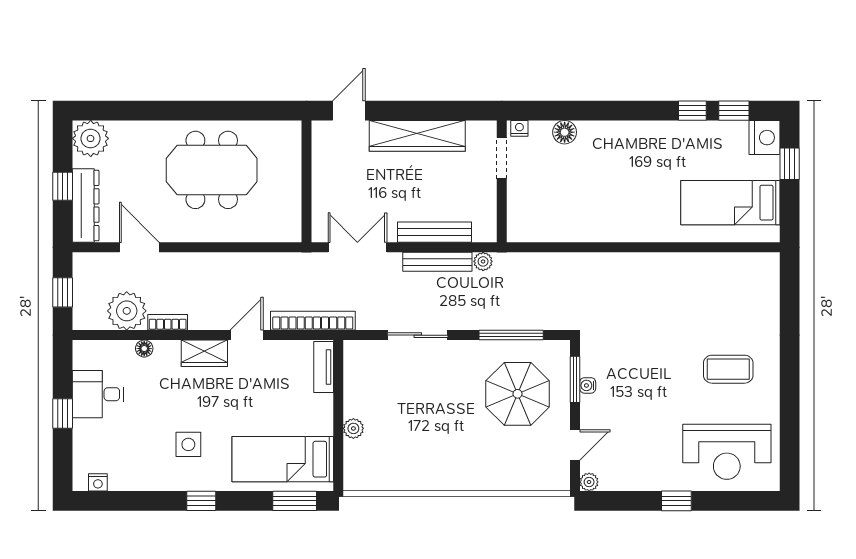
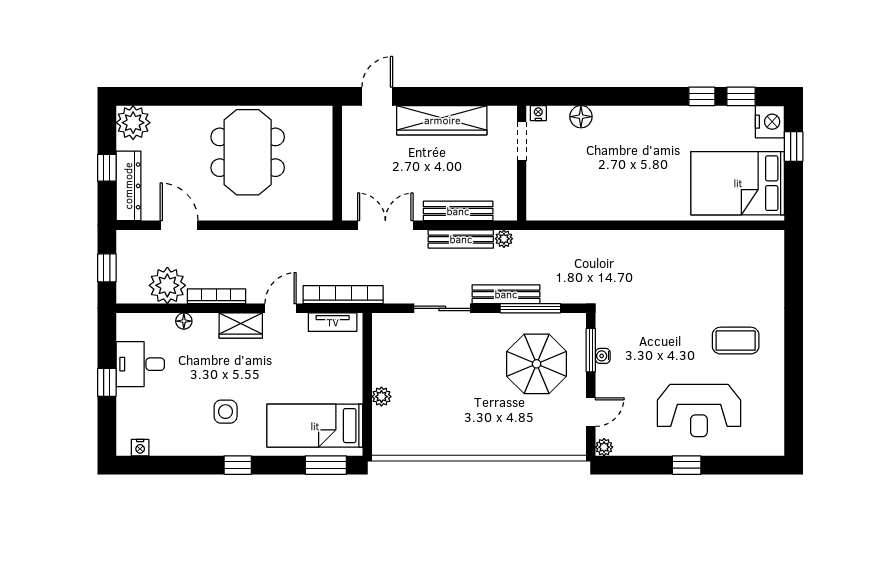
meeting table: (212, 170) -> (248, 152), turned 90
bed: (730, 203) -> (738, 183), width x1.50
bench: (485, 320) -> (506, 294), added
bookcase: (168, 322) -> (216, 296), width x1.56
tv unit: (324, 367) -> (333, 322), moved, turned -90
reception desk: (727, 452) -> (699, 411), moved

